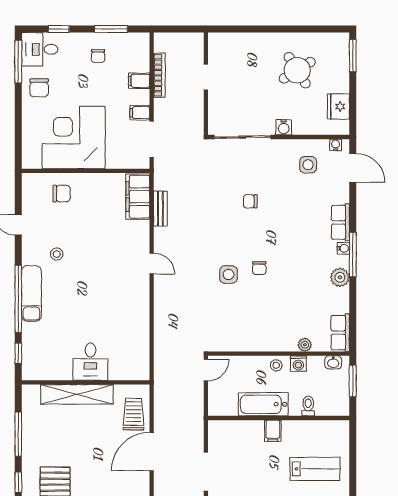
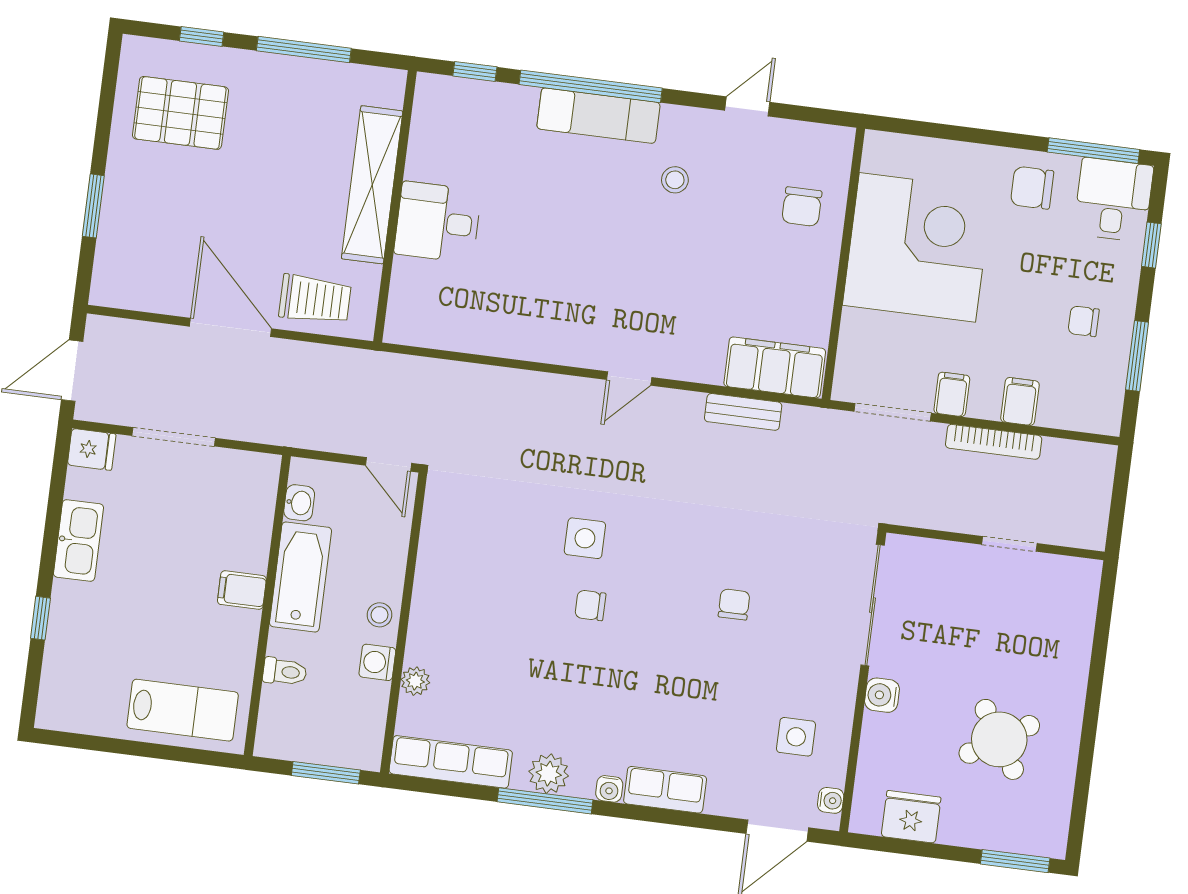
bookcase: (159, 75) -> (994, 442), moved
window: (353, 255) -> (545, 801), moved
row of seats: (340, 333) -> (451, 762), width x1.48
washbasin: (333, 362) -> (299, 503), moved, turned 180
lab bench: (315, 469) -> (183, 710), moved, turned -90

